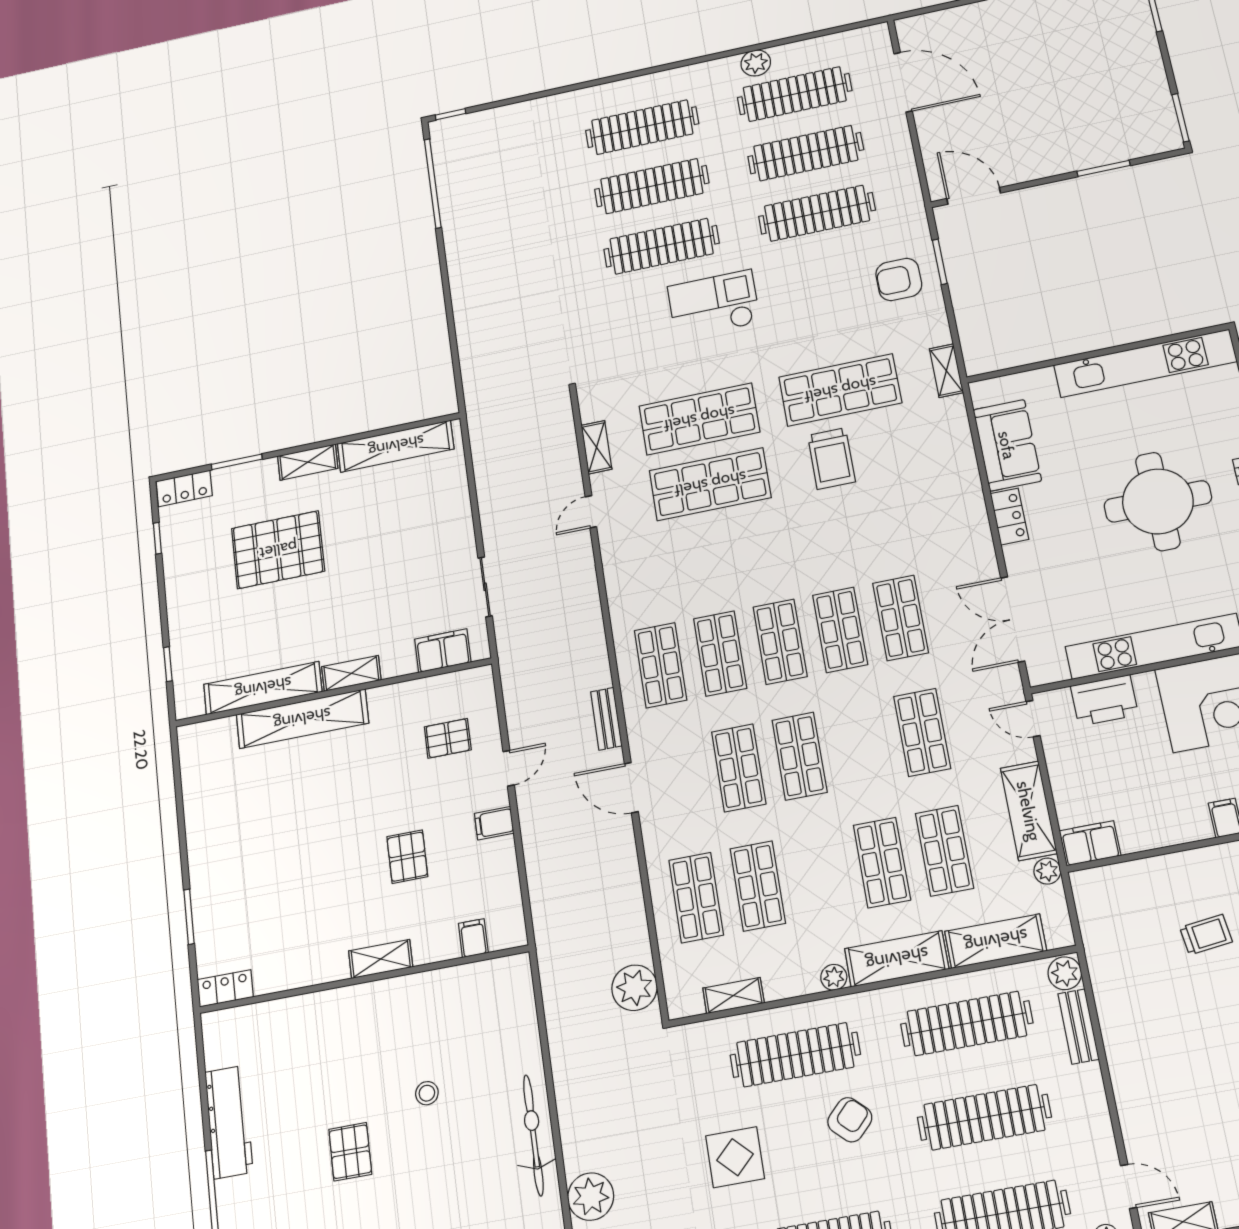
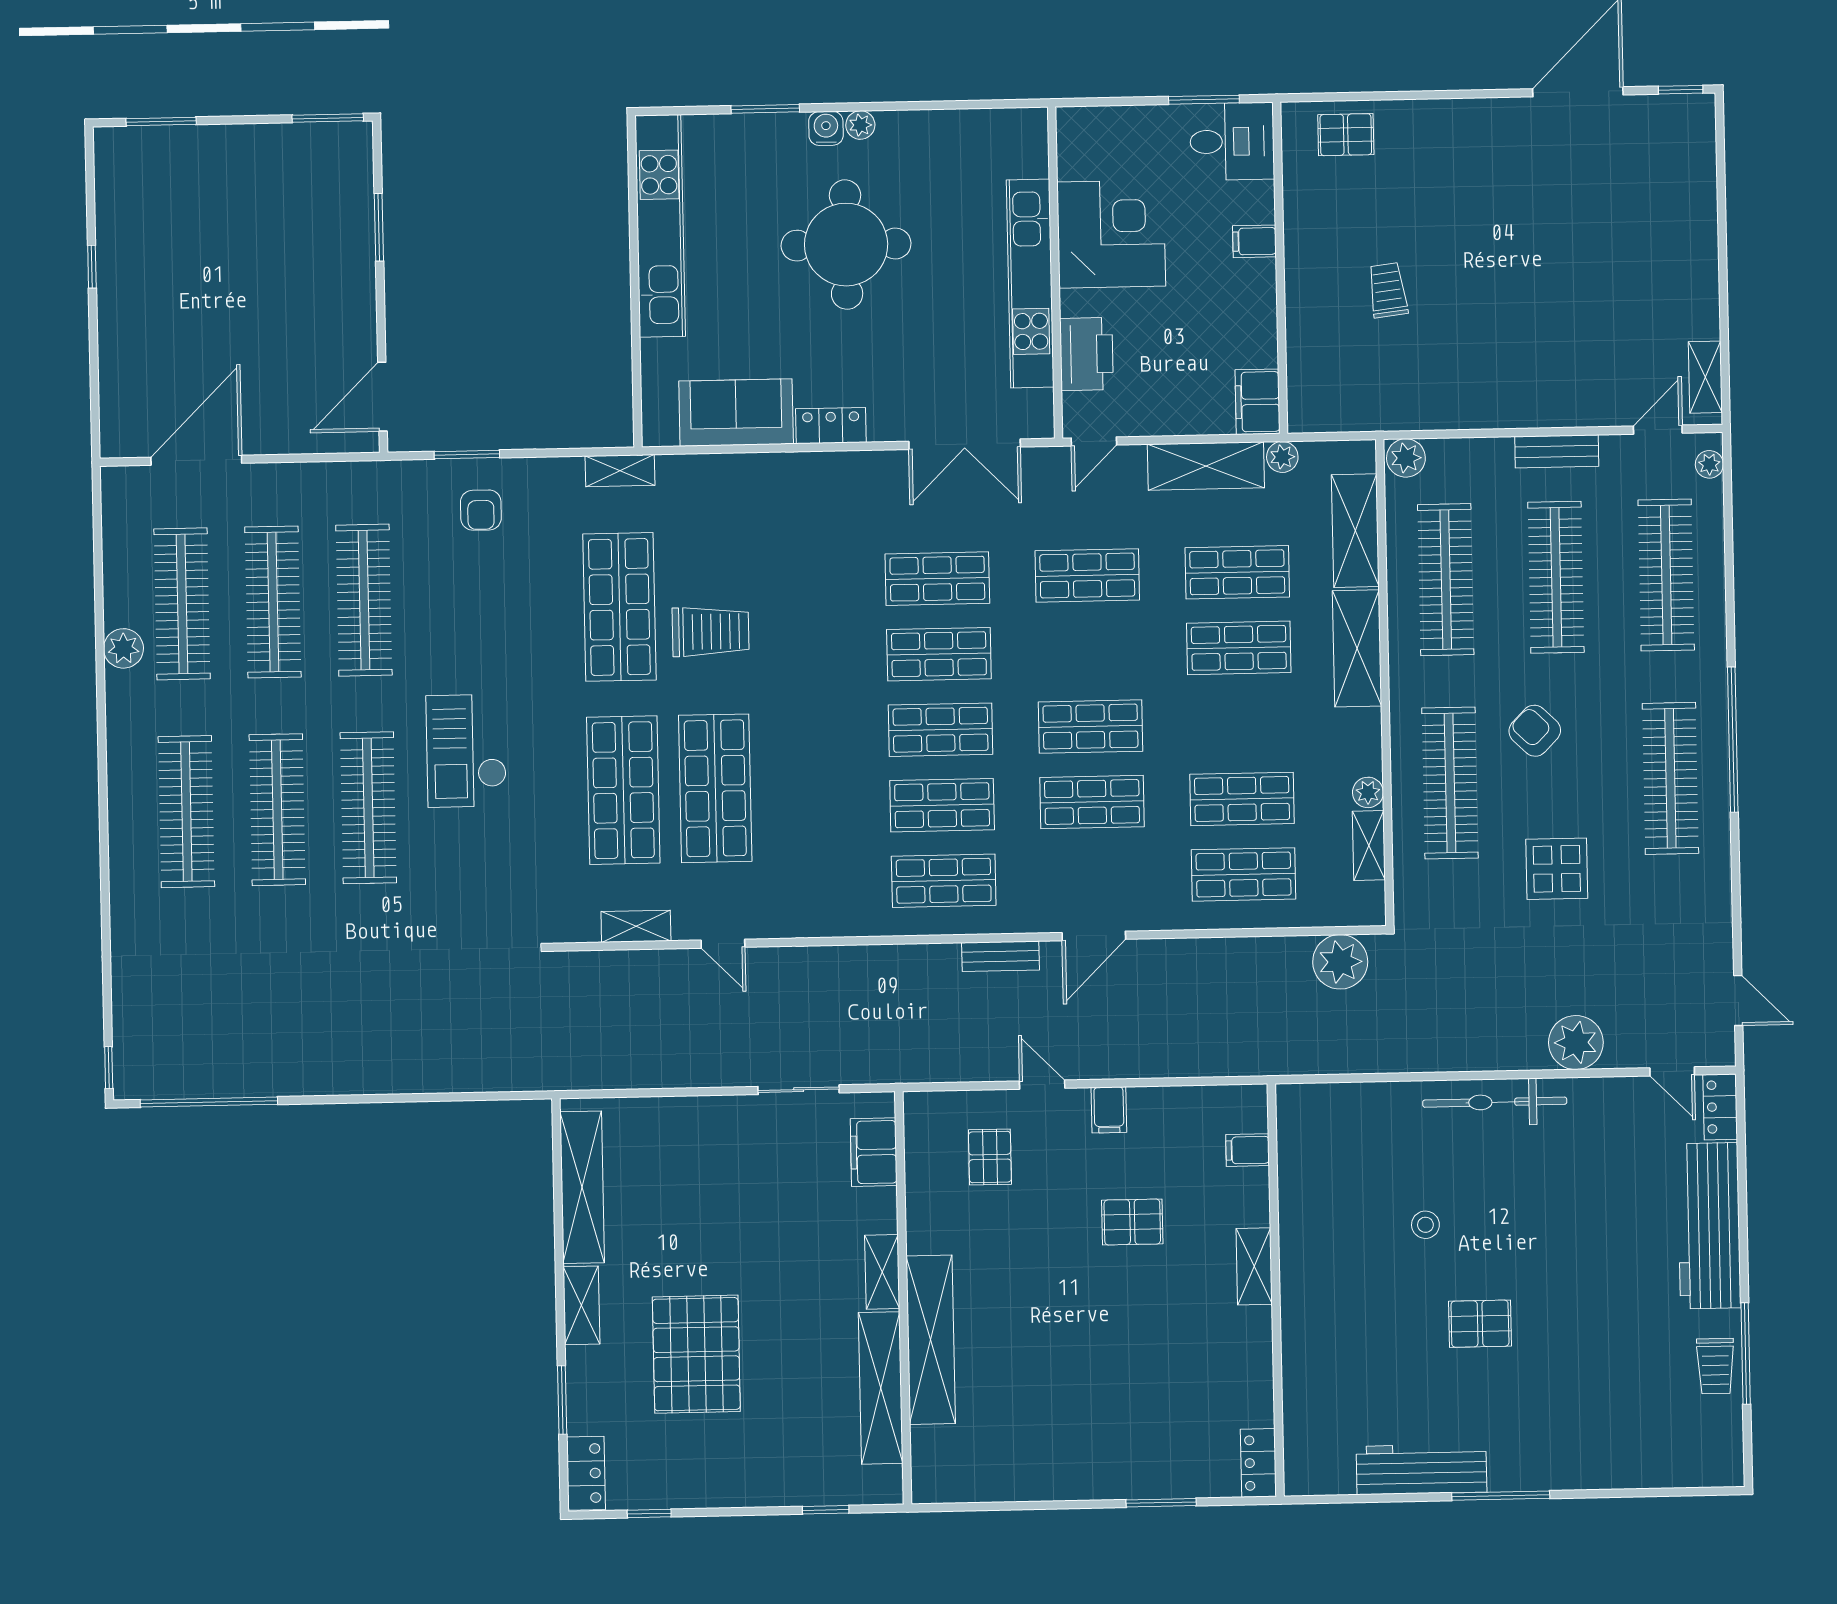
armchair: (899, 279) -> (481, 510), width x0.72, depth x0.72
plant: (834, 977) -> (1368, 792), moved
bench: (1079, 1026) -> (1557, 451), moved

